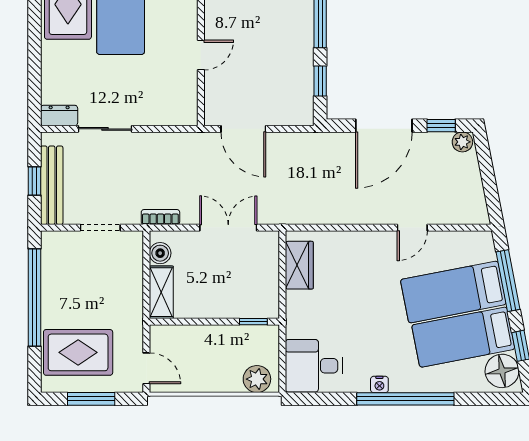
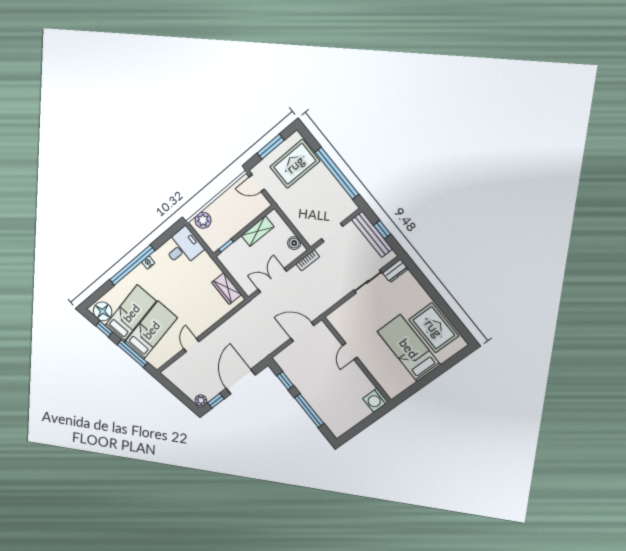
double door: (228, 228) -> (272, 280), swing flipped
shelving: (161, 292) -> (257, 231), moved, turned 90

